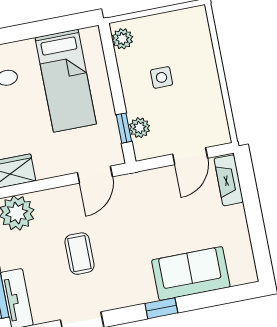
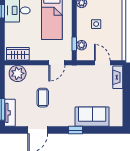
door: (190, 156) -> (102, 63), swing flipped

